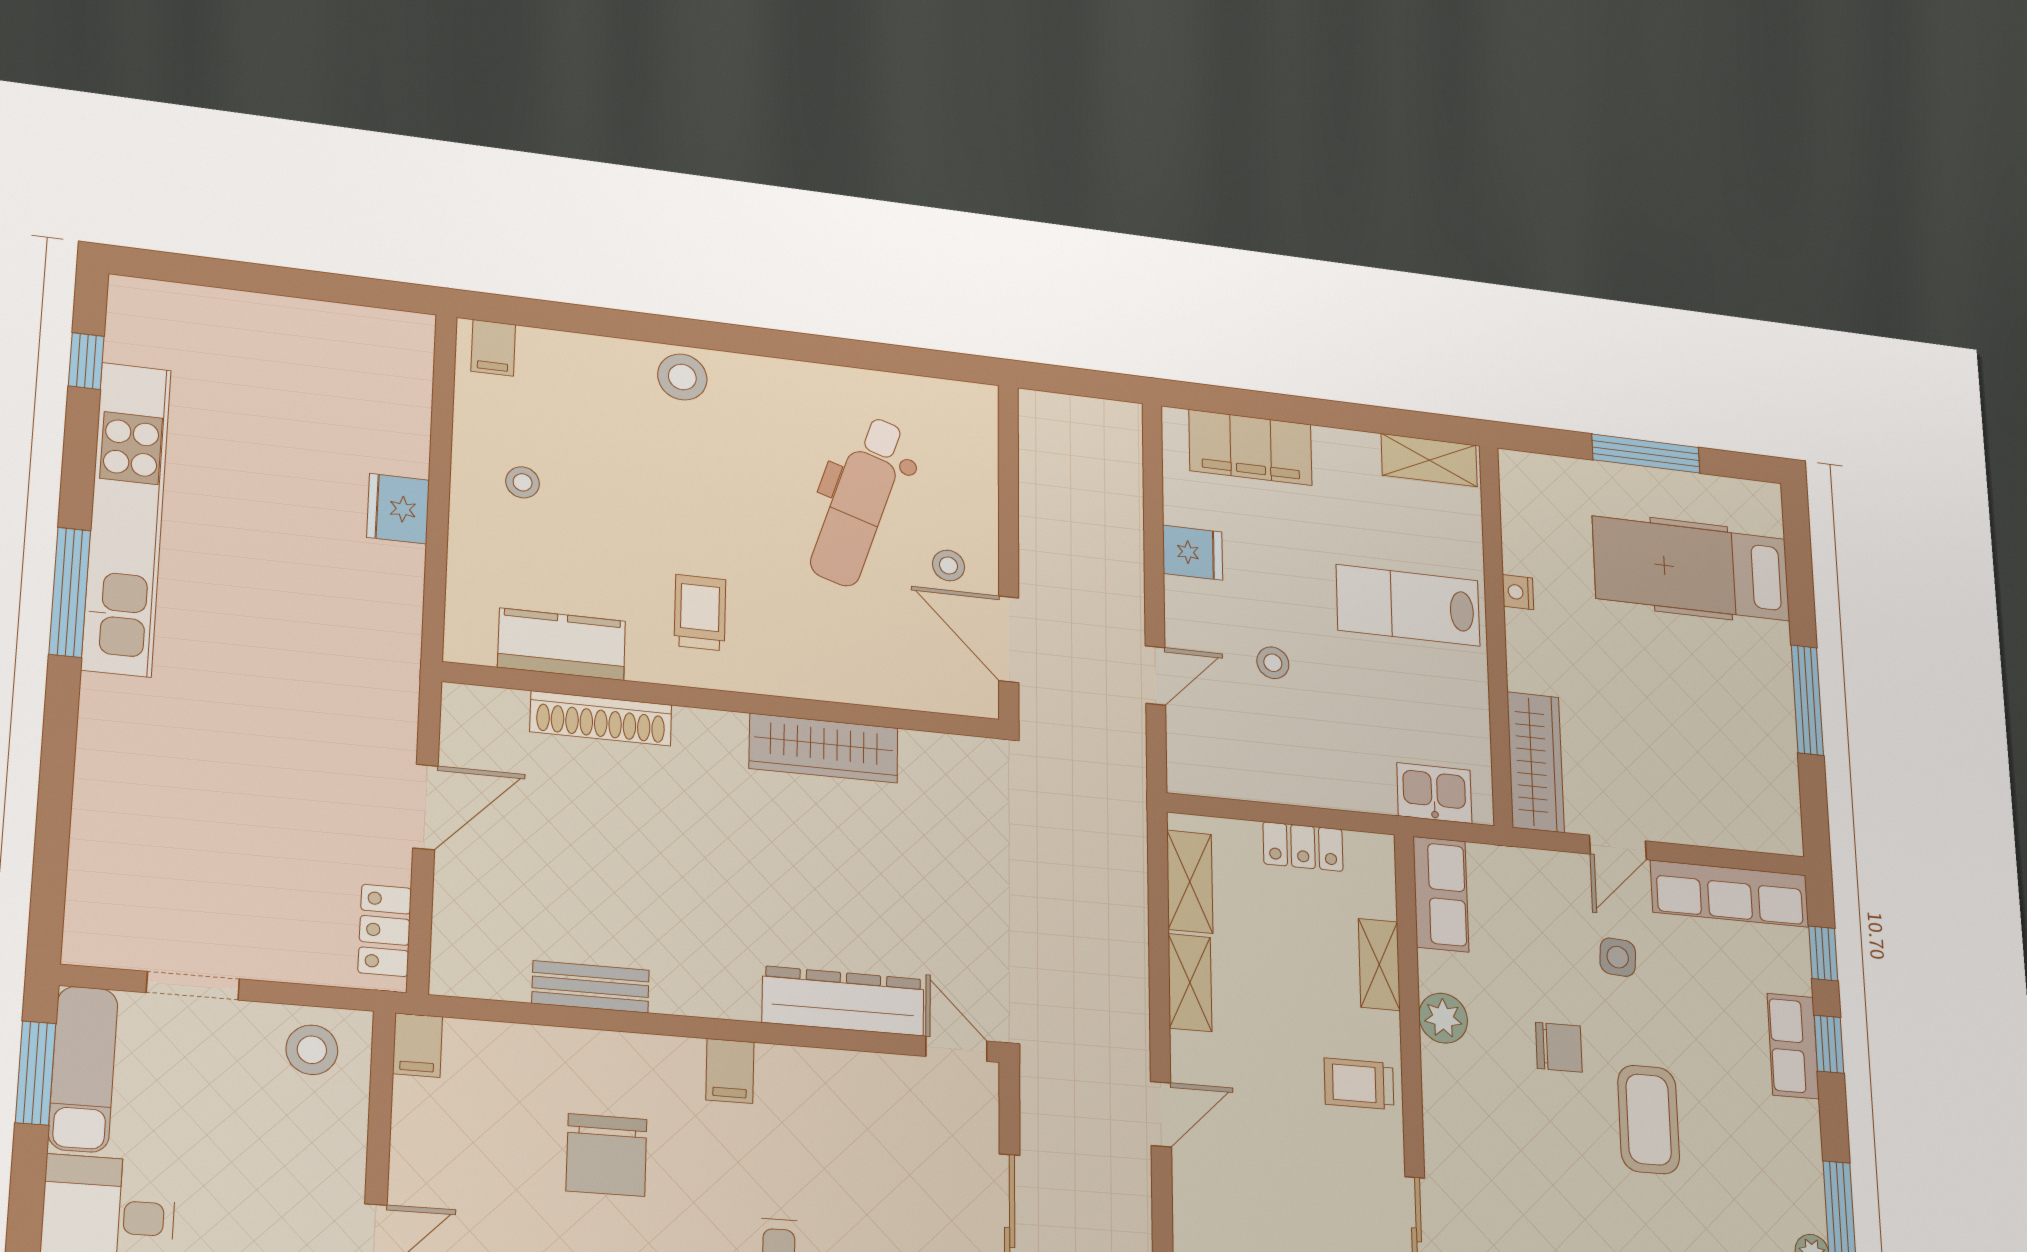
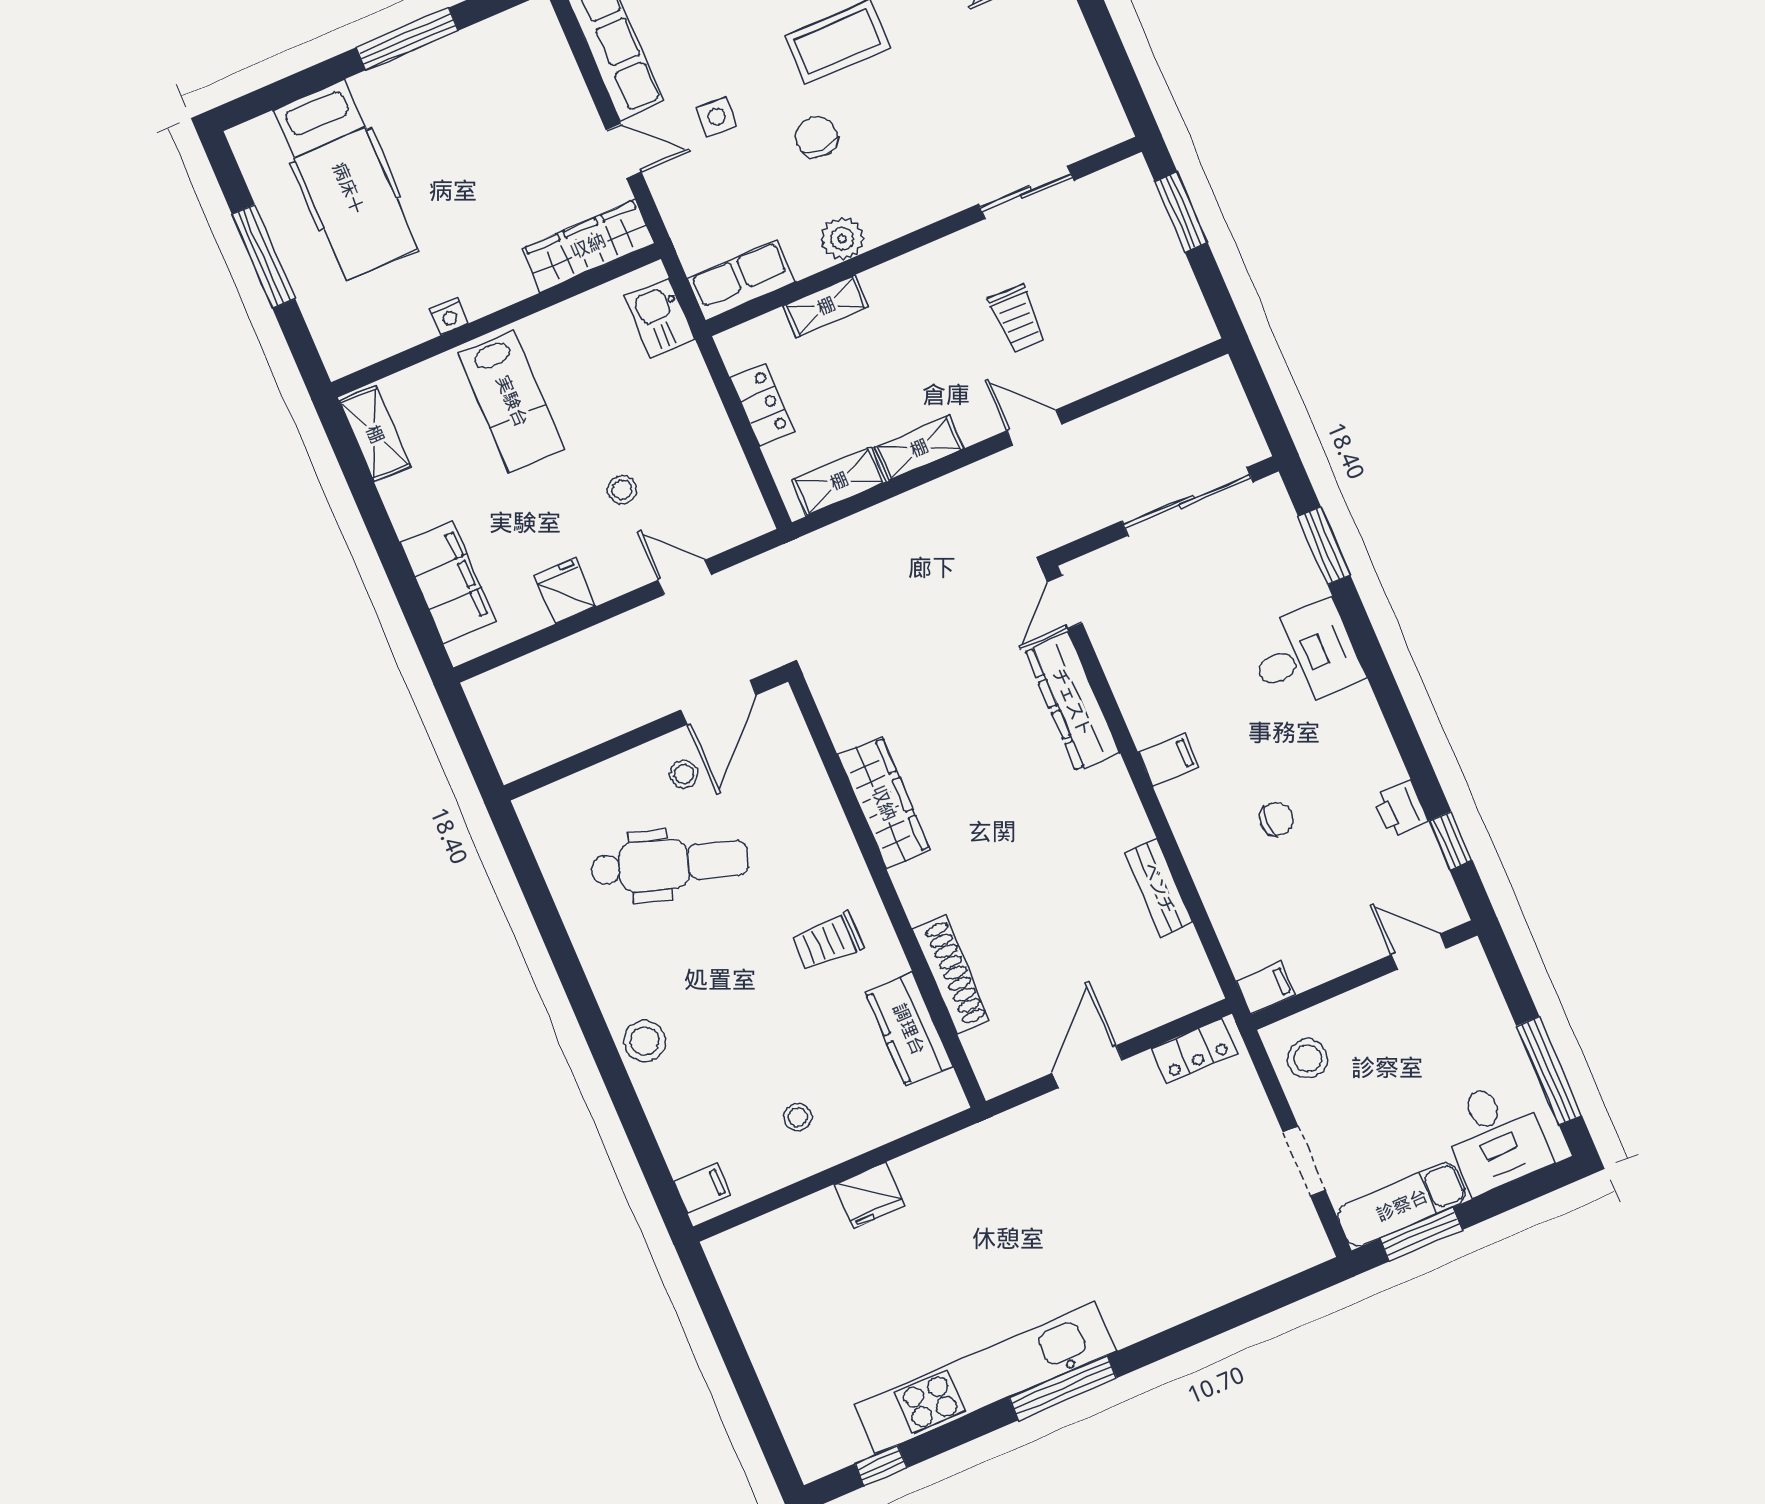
door: (425, 807) -> (1087, 1067), hinge flipped
trolley: (1359, 1084) -> (1017, 319), moved
chair: (606, 1155) -> (1277, 819), width x0.54, depth x0.54

